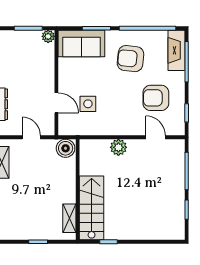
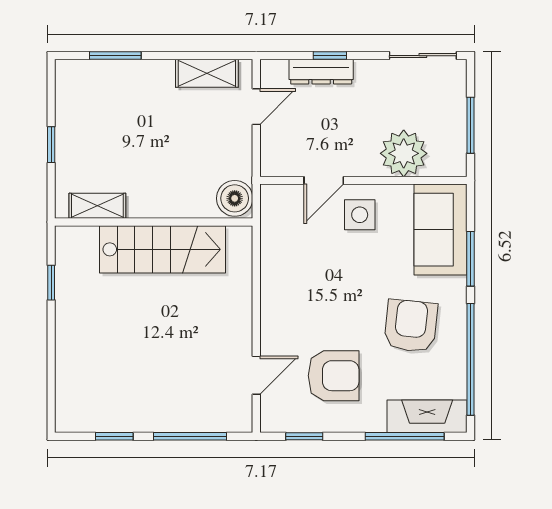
plant: (48, 36) -> (404, 153), moved, width x1.87, depth x1.87
armchair: (156, 98) -> (334, 376), turned 90
side table: (88, 104) -> (360, 215), moved
door: (31, 137) -> (256, 107), moved
plant: (118, 147) -> (237, 302), removed
stairs: (92, 208) -> (163, 249), moved

